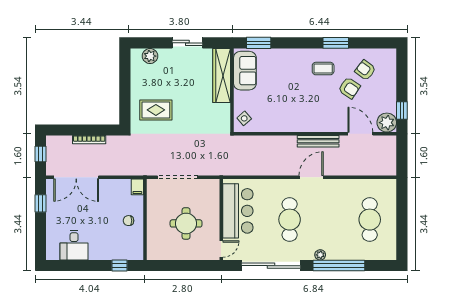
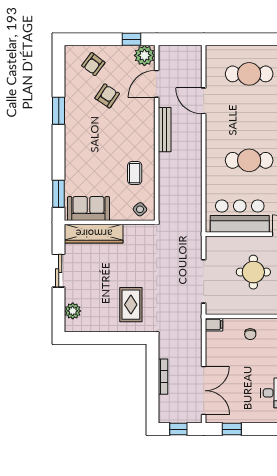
coffee table: (323, 69) -> (135, 173), moved
armchair: (365, 70) -> (93, 64), moved
door: (311, 177) -> (204, 101), moved

